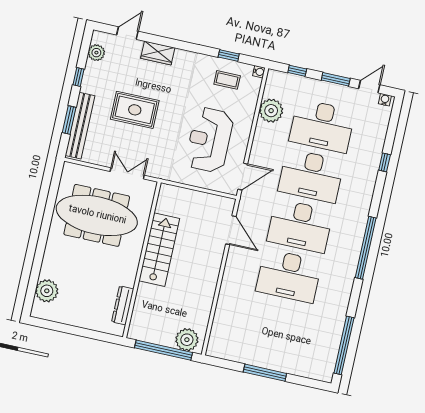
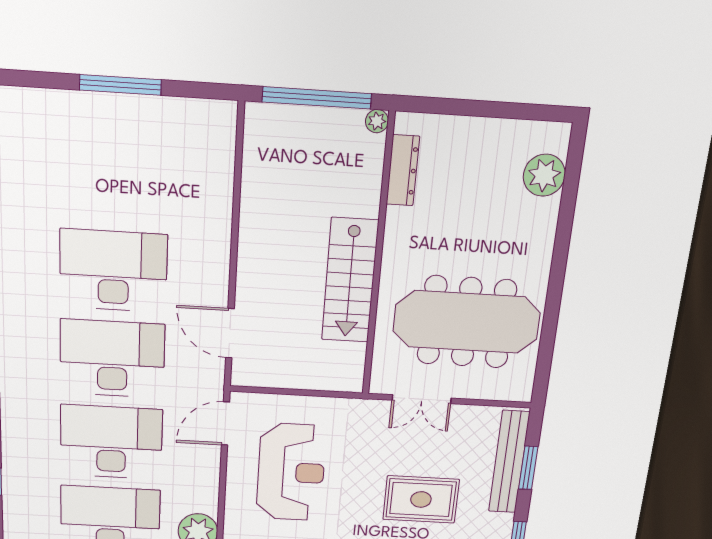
plant: (187, 340) -> (377, 121), moved, width x0.53, depth x0.53

